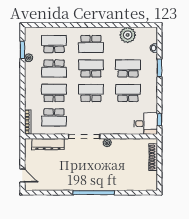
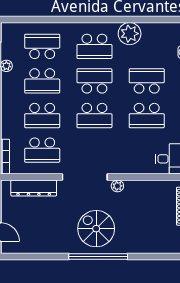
plant: (128, 35) -> (130, 34), moved
school desk: (54, 93) -> (42, 116), turned 180
school desk: (91, 93) -> (94, 116), turned 180
school desk: (128, 93) -> (147, 116), turned 180
spiral stairs: (92, 173) -> (96, 229), added

